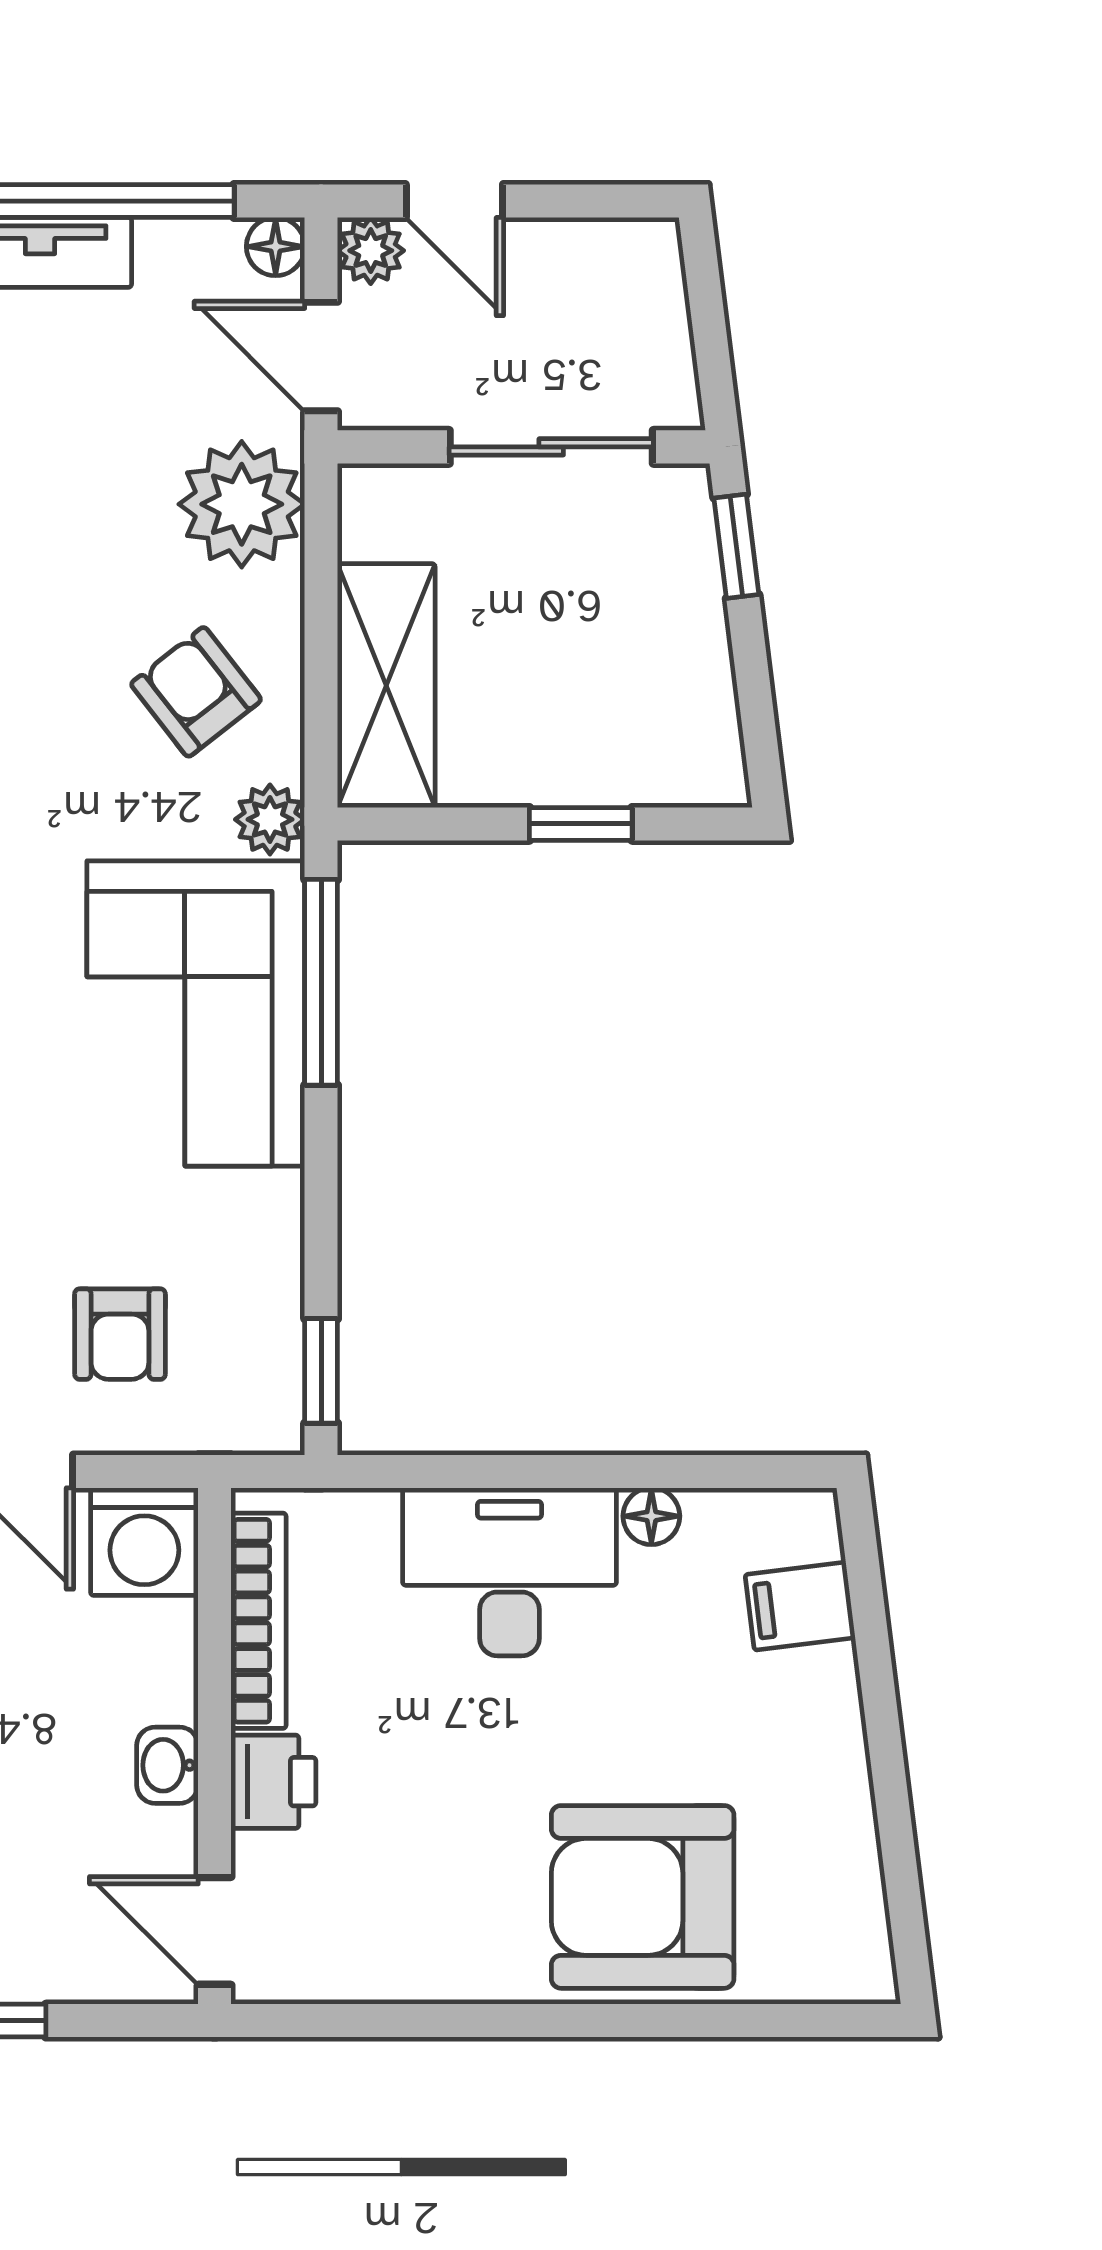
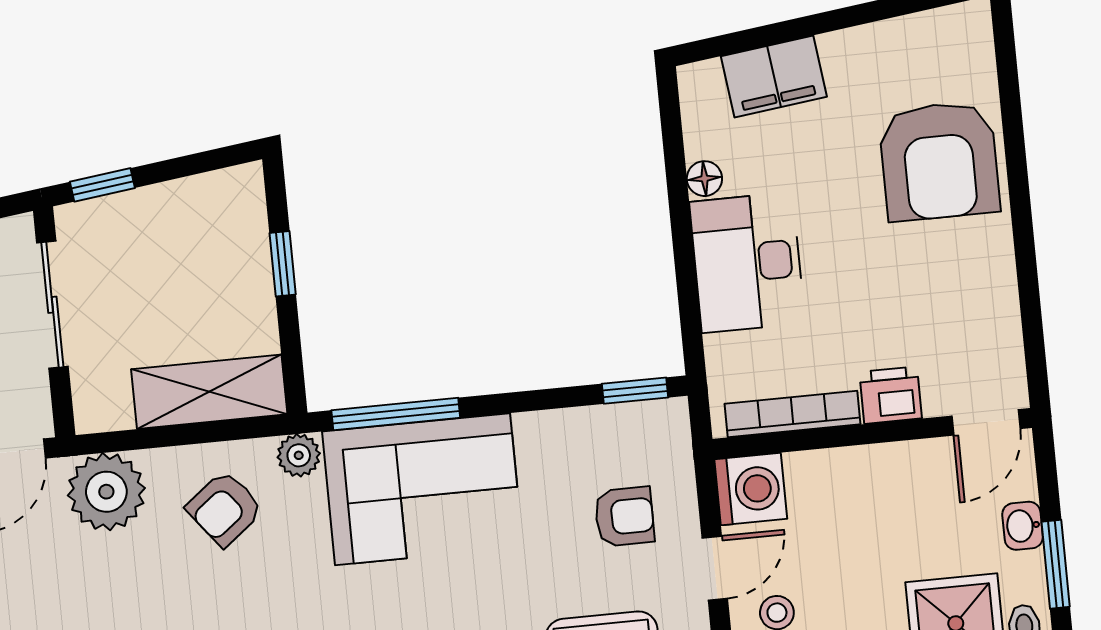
filing cabinet: (800, 1606) -> (774, 76), width x2.00
washbasin: (167, 1765) -> (1023, 526), moved, turned 90

